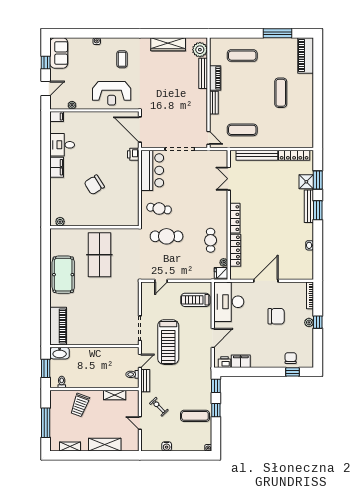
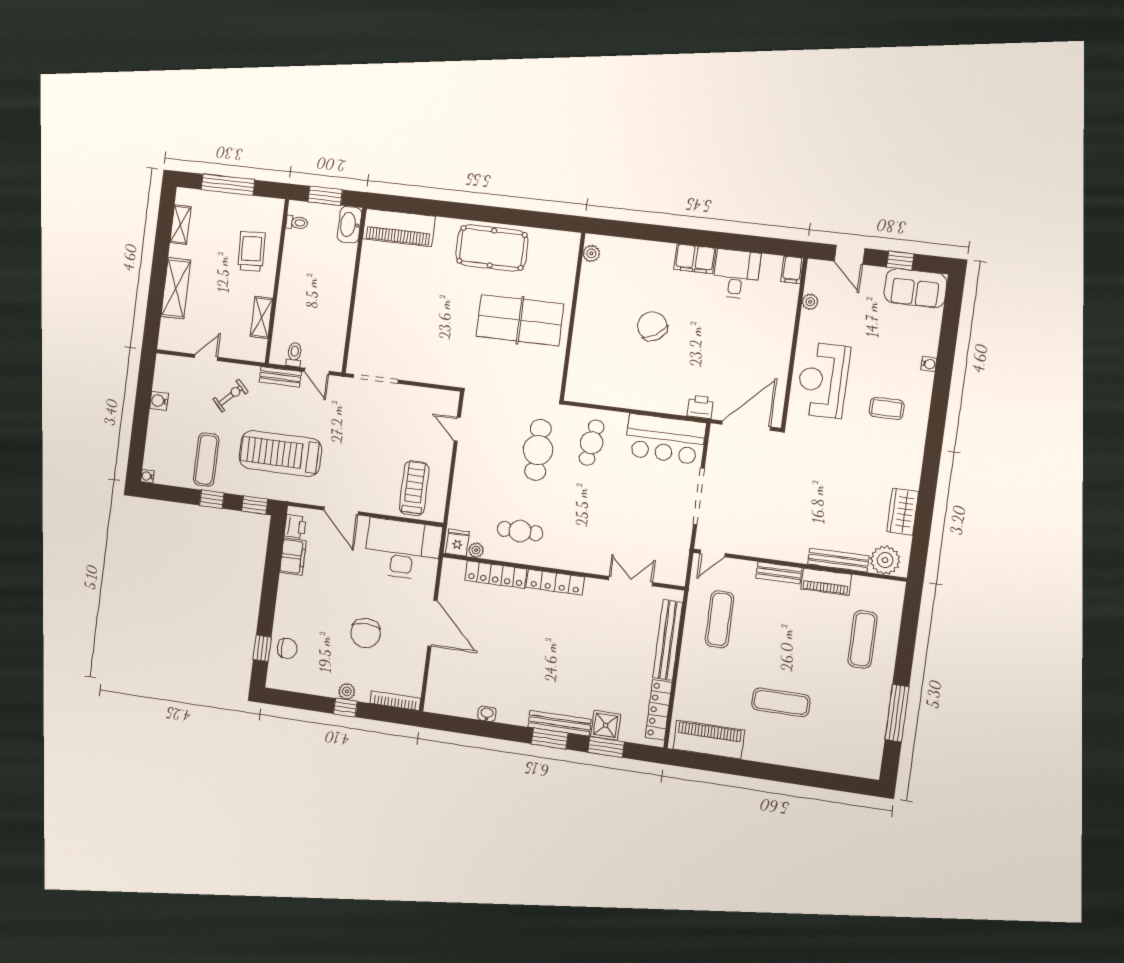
wardrobe: (168, 44) -> (903, 512), width x0.67
piano: (306, 55) -> (709, 740), moved
treadmill: (168, 342) -> (280, 454), moved
trolley: (80, 405) -> (251, 251), turned 67

